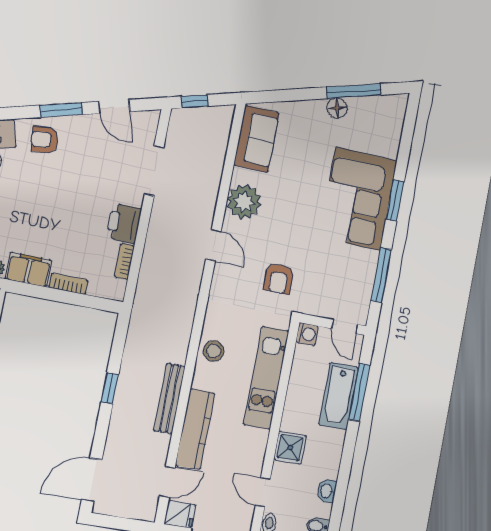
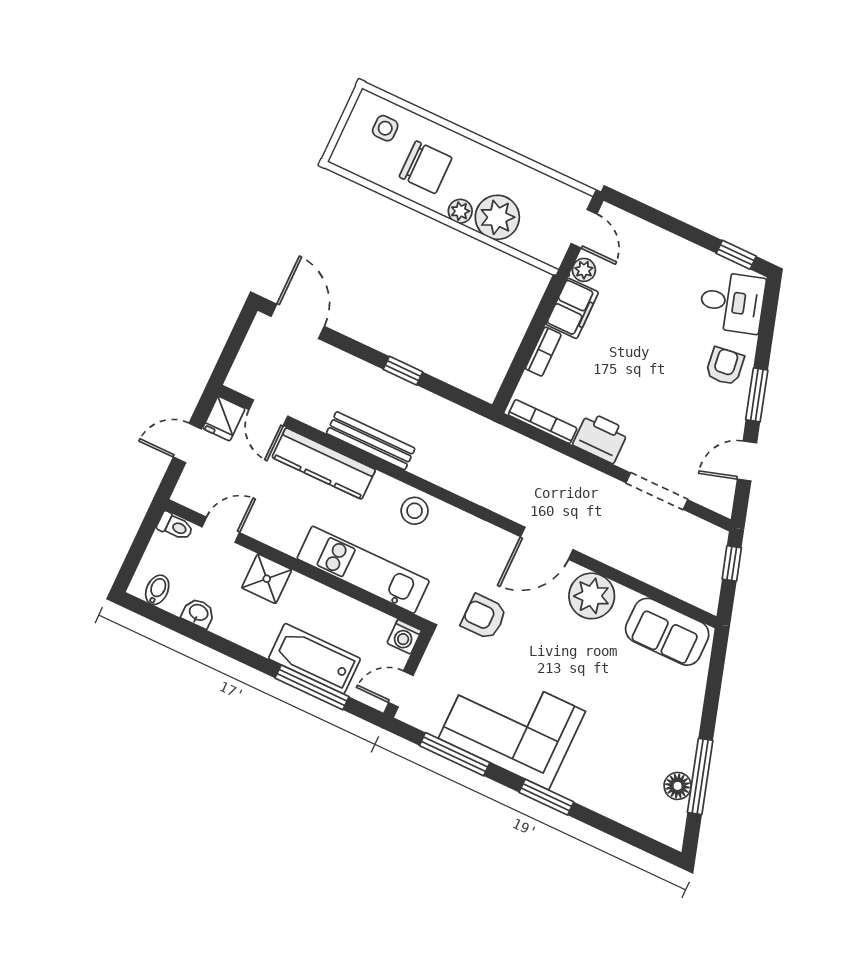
floor lamp: (337, 108) -> (678, 786), moved
corner sofa: (358, 199) -> (512, 725), moved
door: (213, 245) -> (547, 543), width x1.38
bookcase: (124, 261) -> (543, 422), width x1.56

